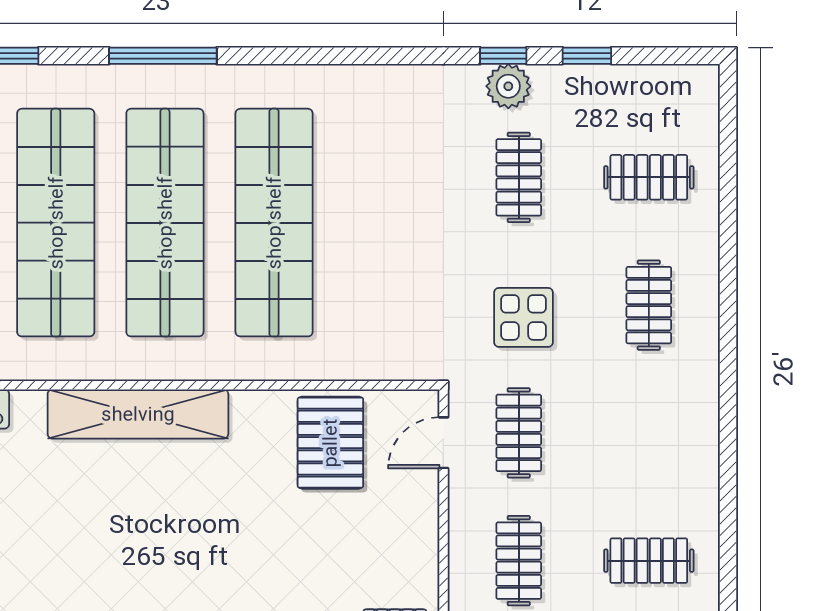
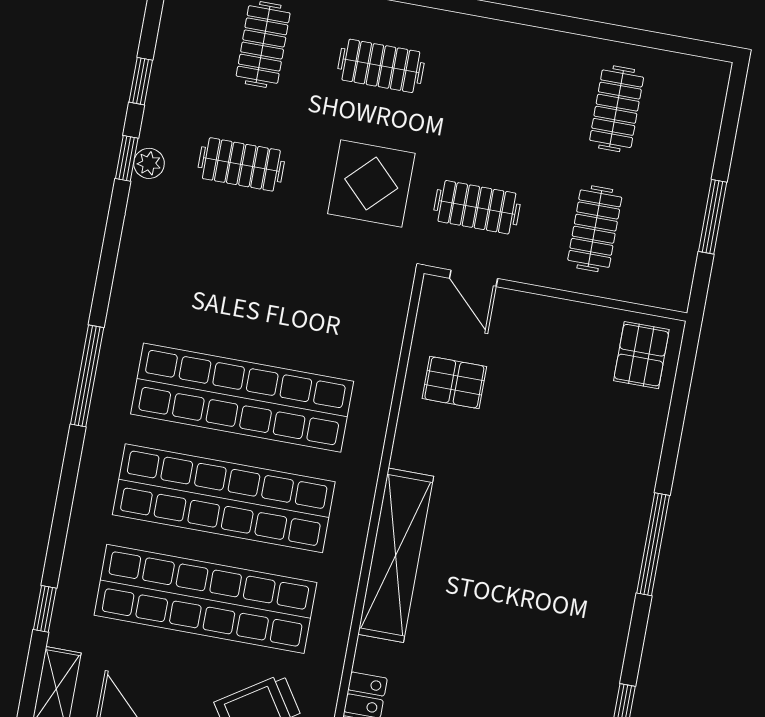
window: (163, 56) -> (87, 376), moved
plant: (508, 86) -> (149, 163), width x0.73, depth x0.73
display table: (524, 317) -> (371, 183), width x1.36, depth x1.36
pallet: (330, 443) -> (454, 383), width x0.67, depth x0.71
clothes rail: (519, 561) -> (595, 229), turned 90

